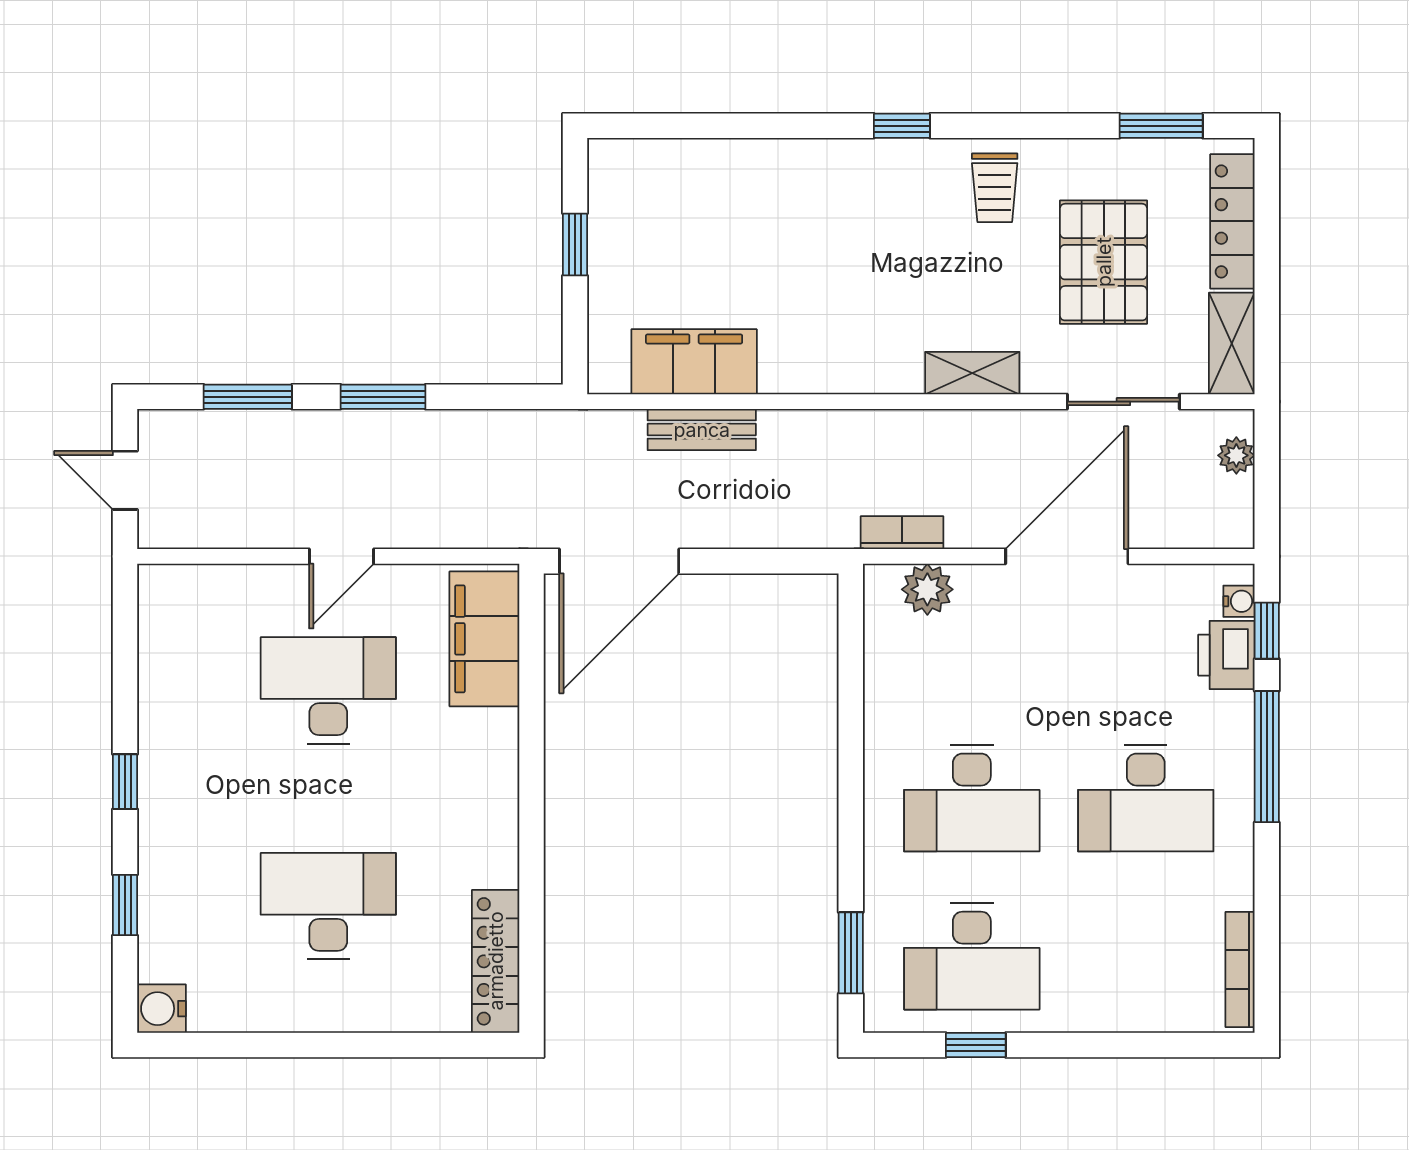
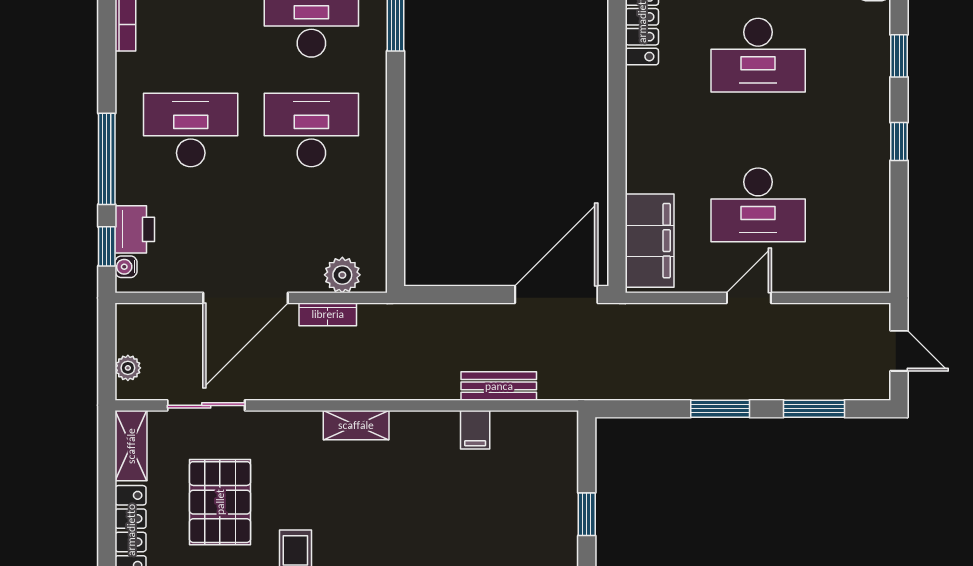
filing cabinet: (694, 362) -> (475, 430), width x0.33, depth x0.86
shelving: (972, 373) -> (356, 425), moved
bookcase: (902, 533) -> (328, 314), moved

